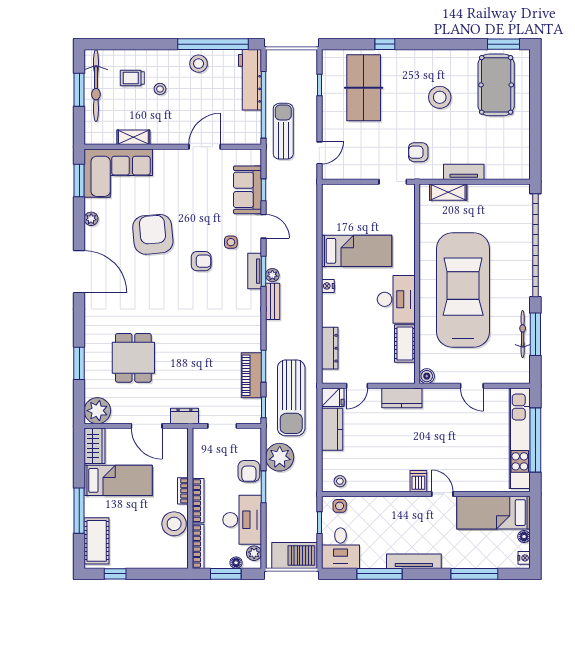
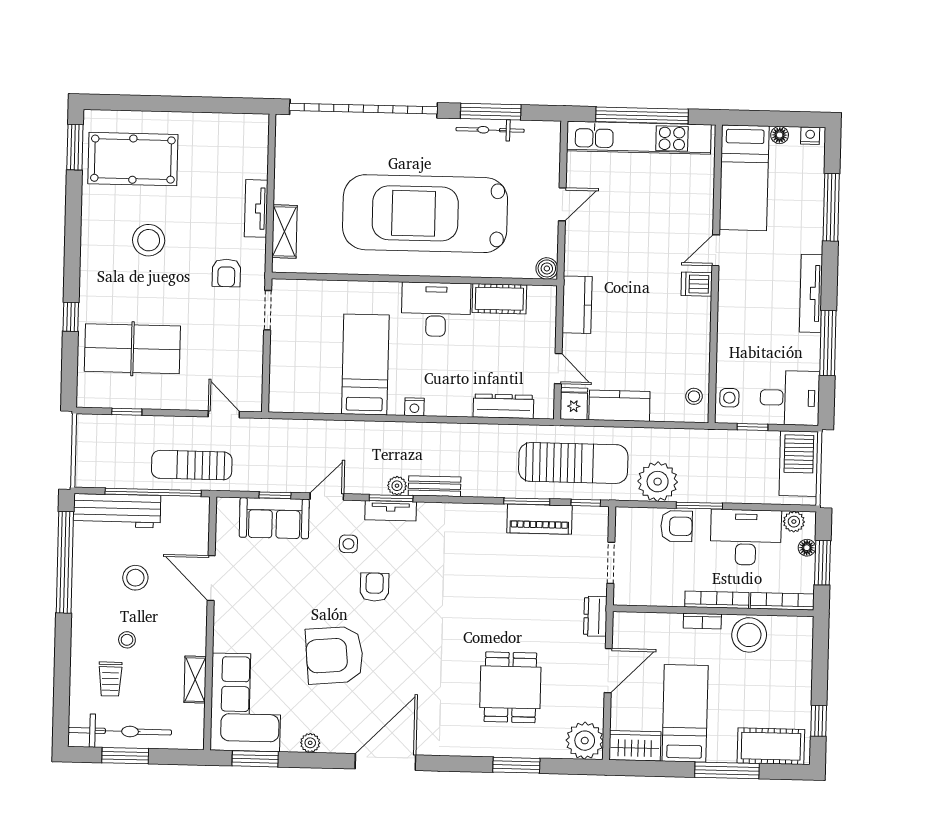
stool: (199, 64) -> (135, 578), moved
dining table: (133, 358) -> (510, 687), turned 90

